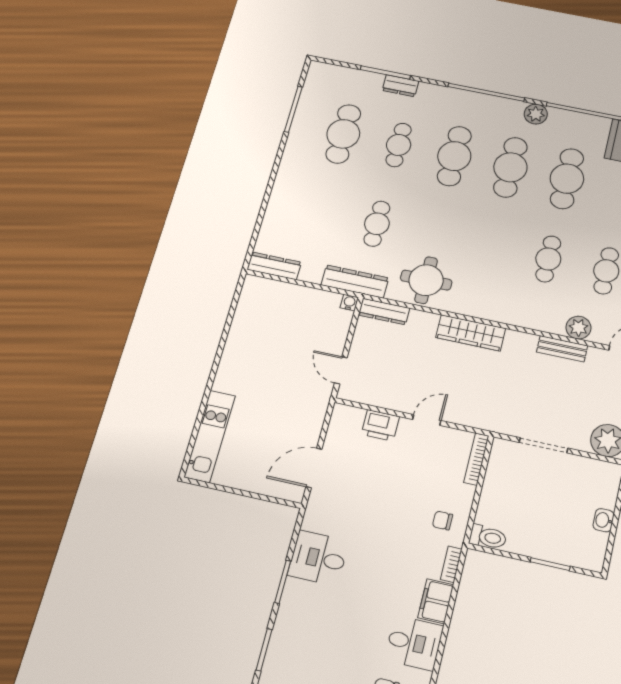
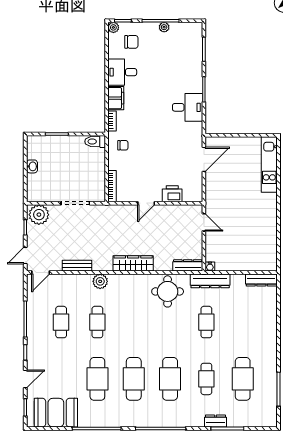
plant: (536, 114) -> (126, 420), removed
plant: (578, 328) -> (100, 281), moved

